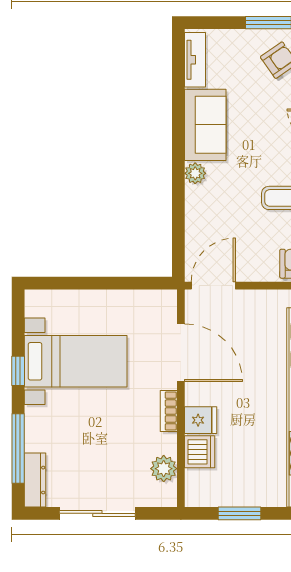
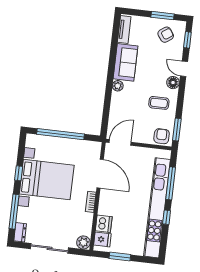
window: (92, 283) -> (60, 134), added
bed with nightstands: (76, 361) -> (47, 180), width x1.36
fridge: (201, 420) -> (102, 239), moved
plant: (164, 469) -> (83, 242), moved
dresser: (35, 480) -> (20, 232), width x0.70

